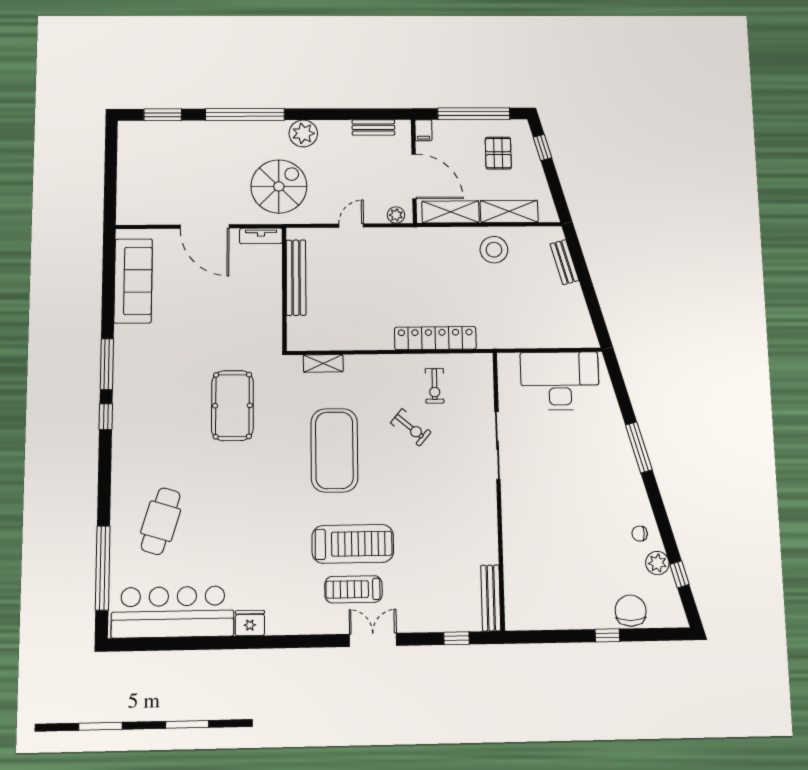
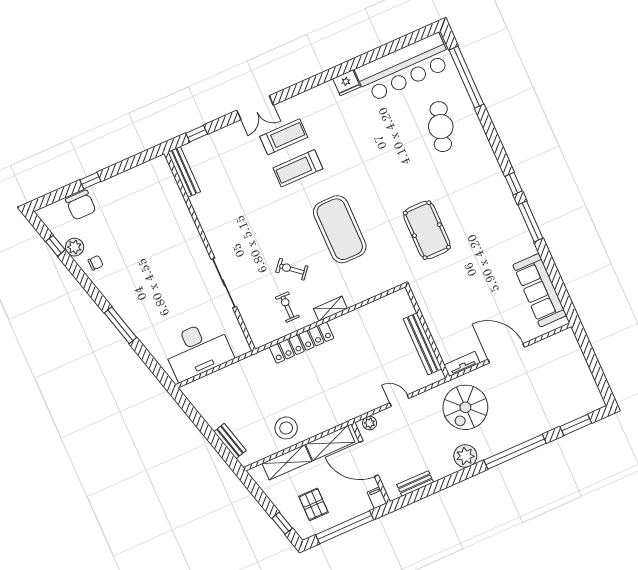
door: (351, 226) -> (399, 401), swing flipped
shelving: (323, 363) -> (330, 309), moved
treadmill: (353, 544) -> (298, 168), width x0.73, depth x0.73

